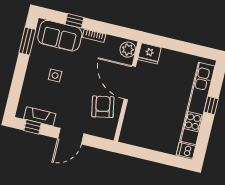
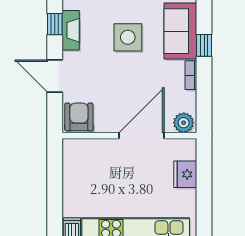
fridge: (149, 53) -> (185, 174), moved
side table: (55, 75) -> (128, 37), width x1.87, depth x1.87
armchair: (103, 107) -> (79, 117), moved, turned -79

